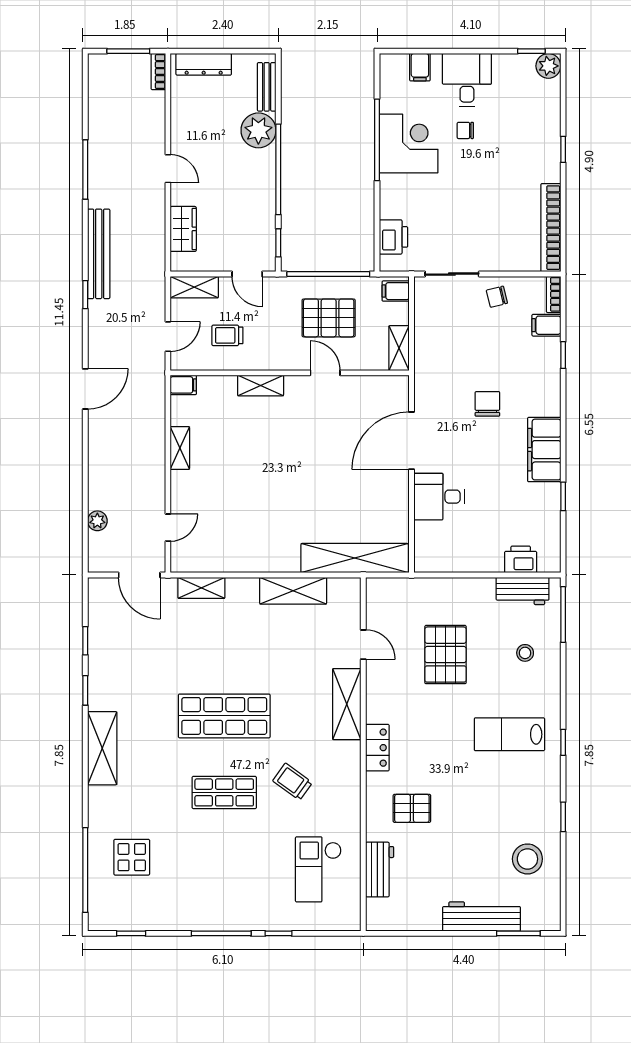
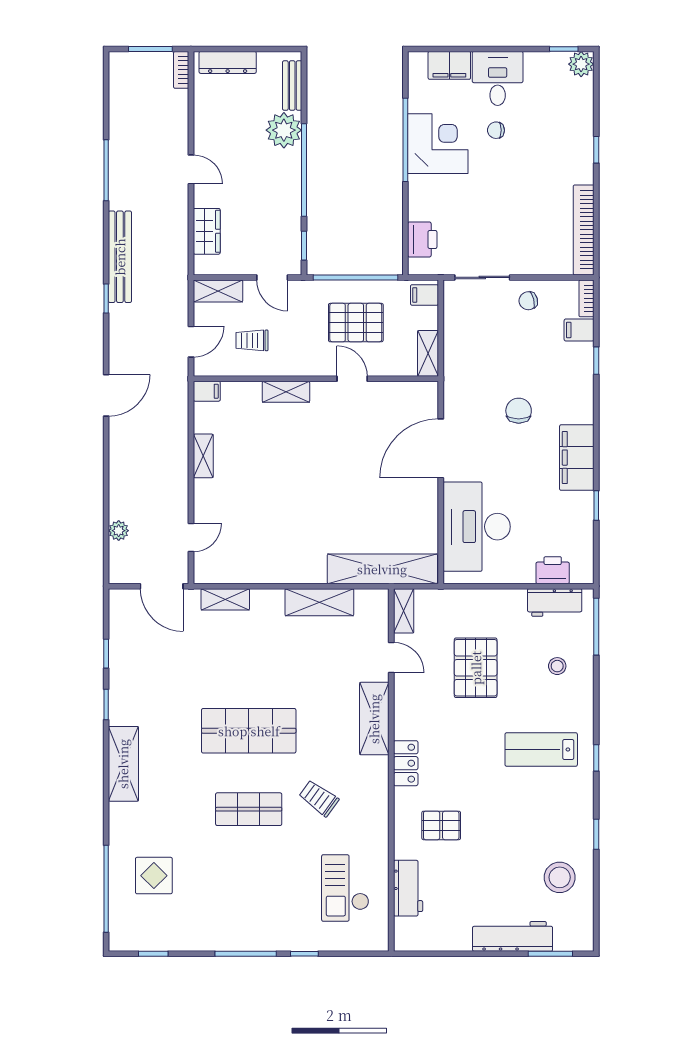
filing cabinet: (420, 67) -> (449, 65), width x2.00
desk: (439, 497) -> (477, 527), width x1.87, depth x1.30
shelving: (375, 599) -> (404, 611), added

